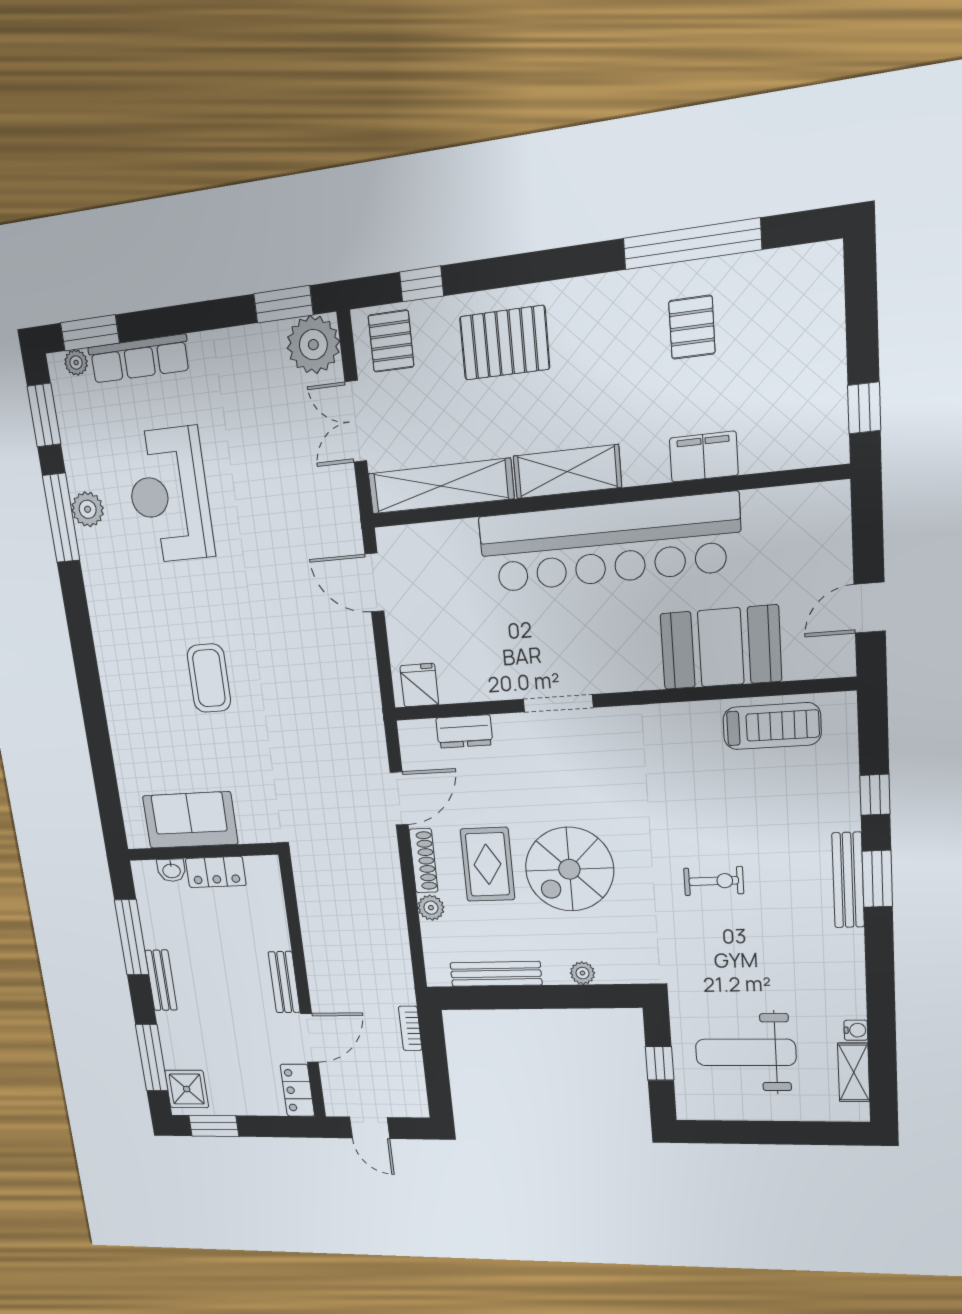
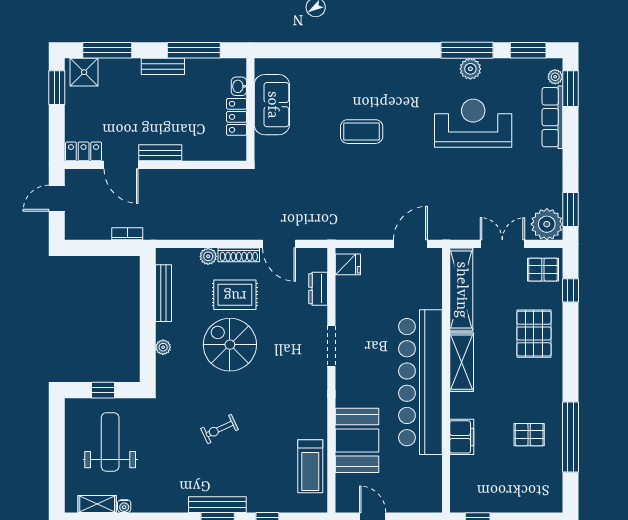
exercise bike: (714, 881) -> (219, 429), turned 65

